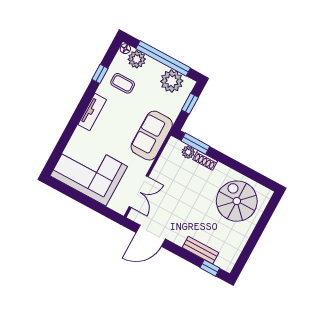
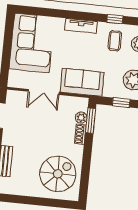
double door: (139, 192) -> (44, 92), moved

